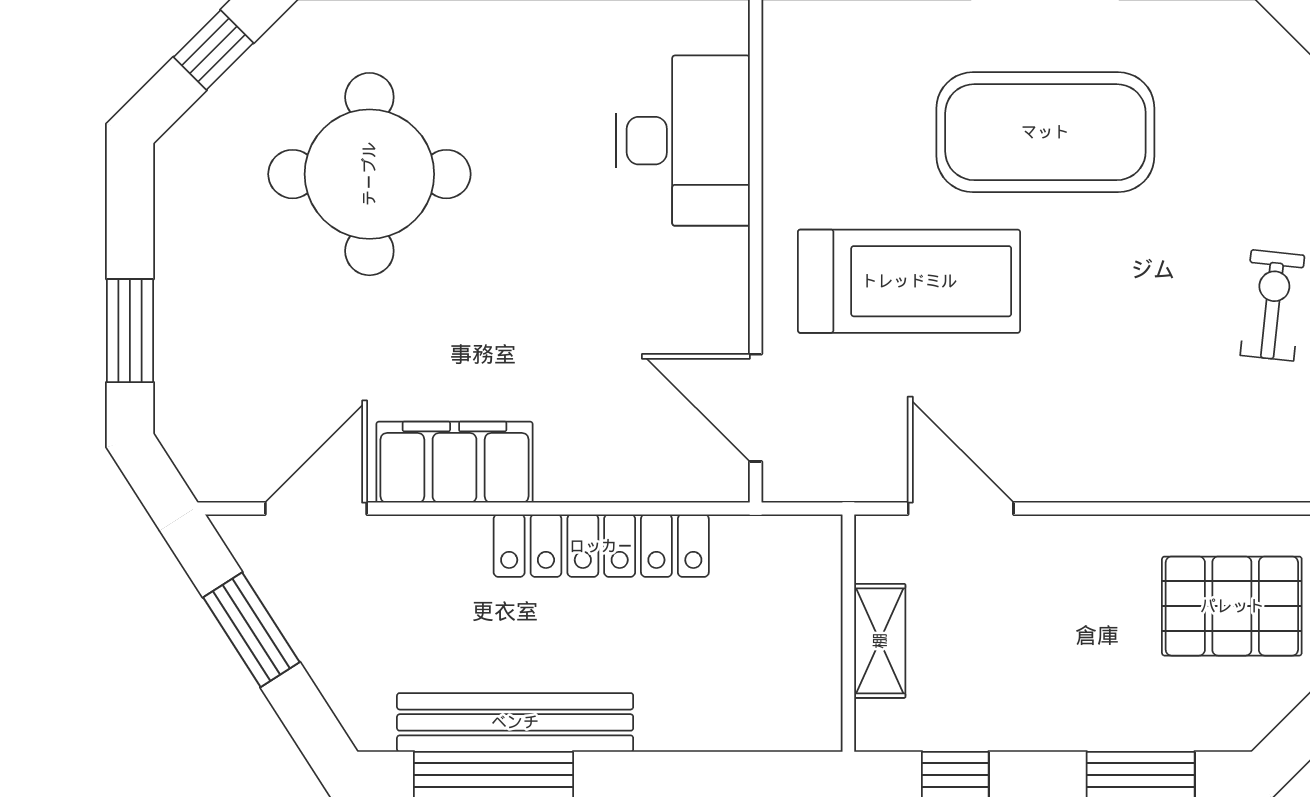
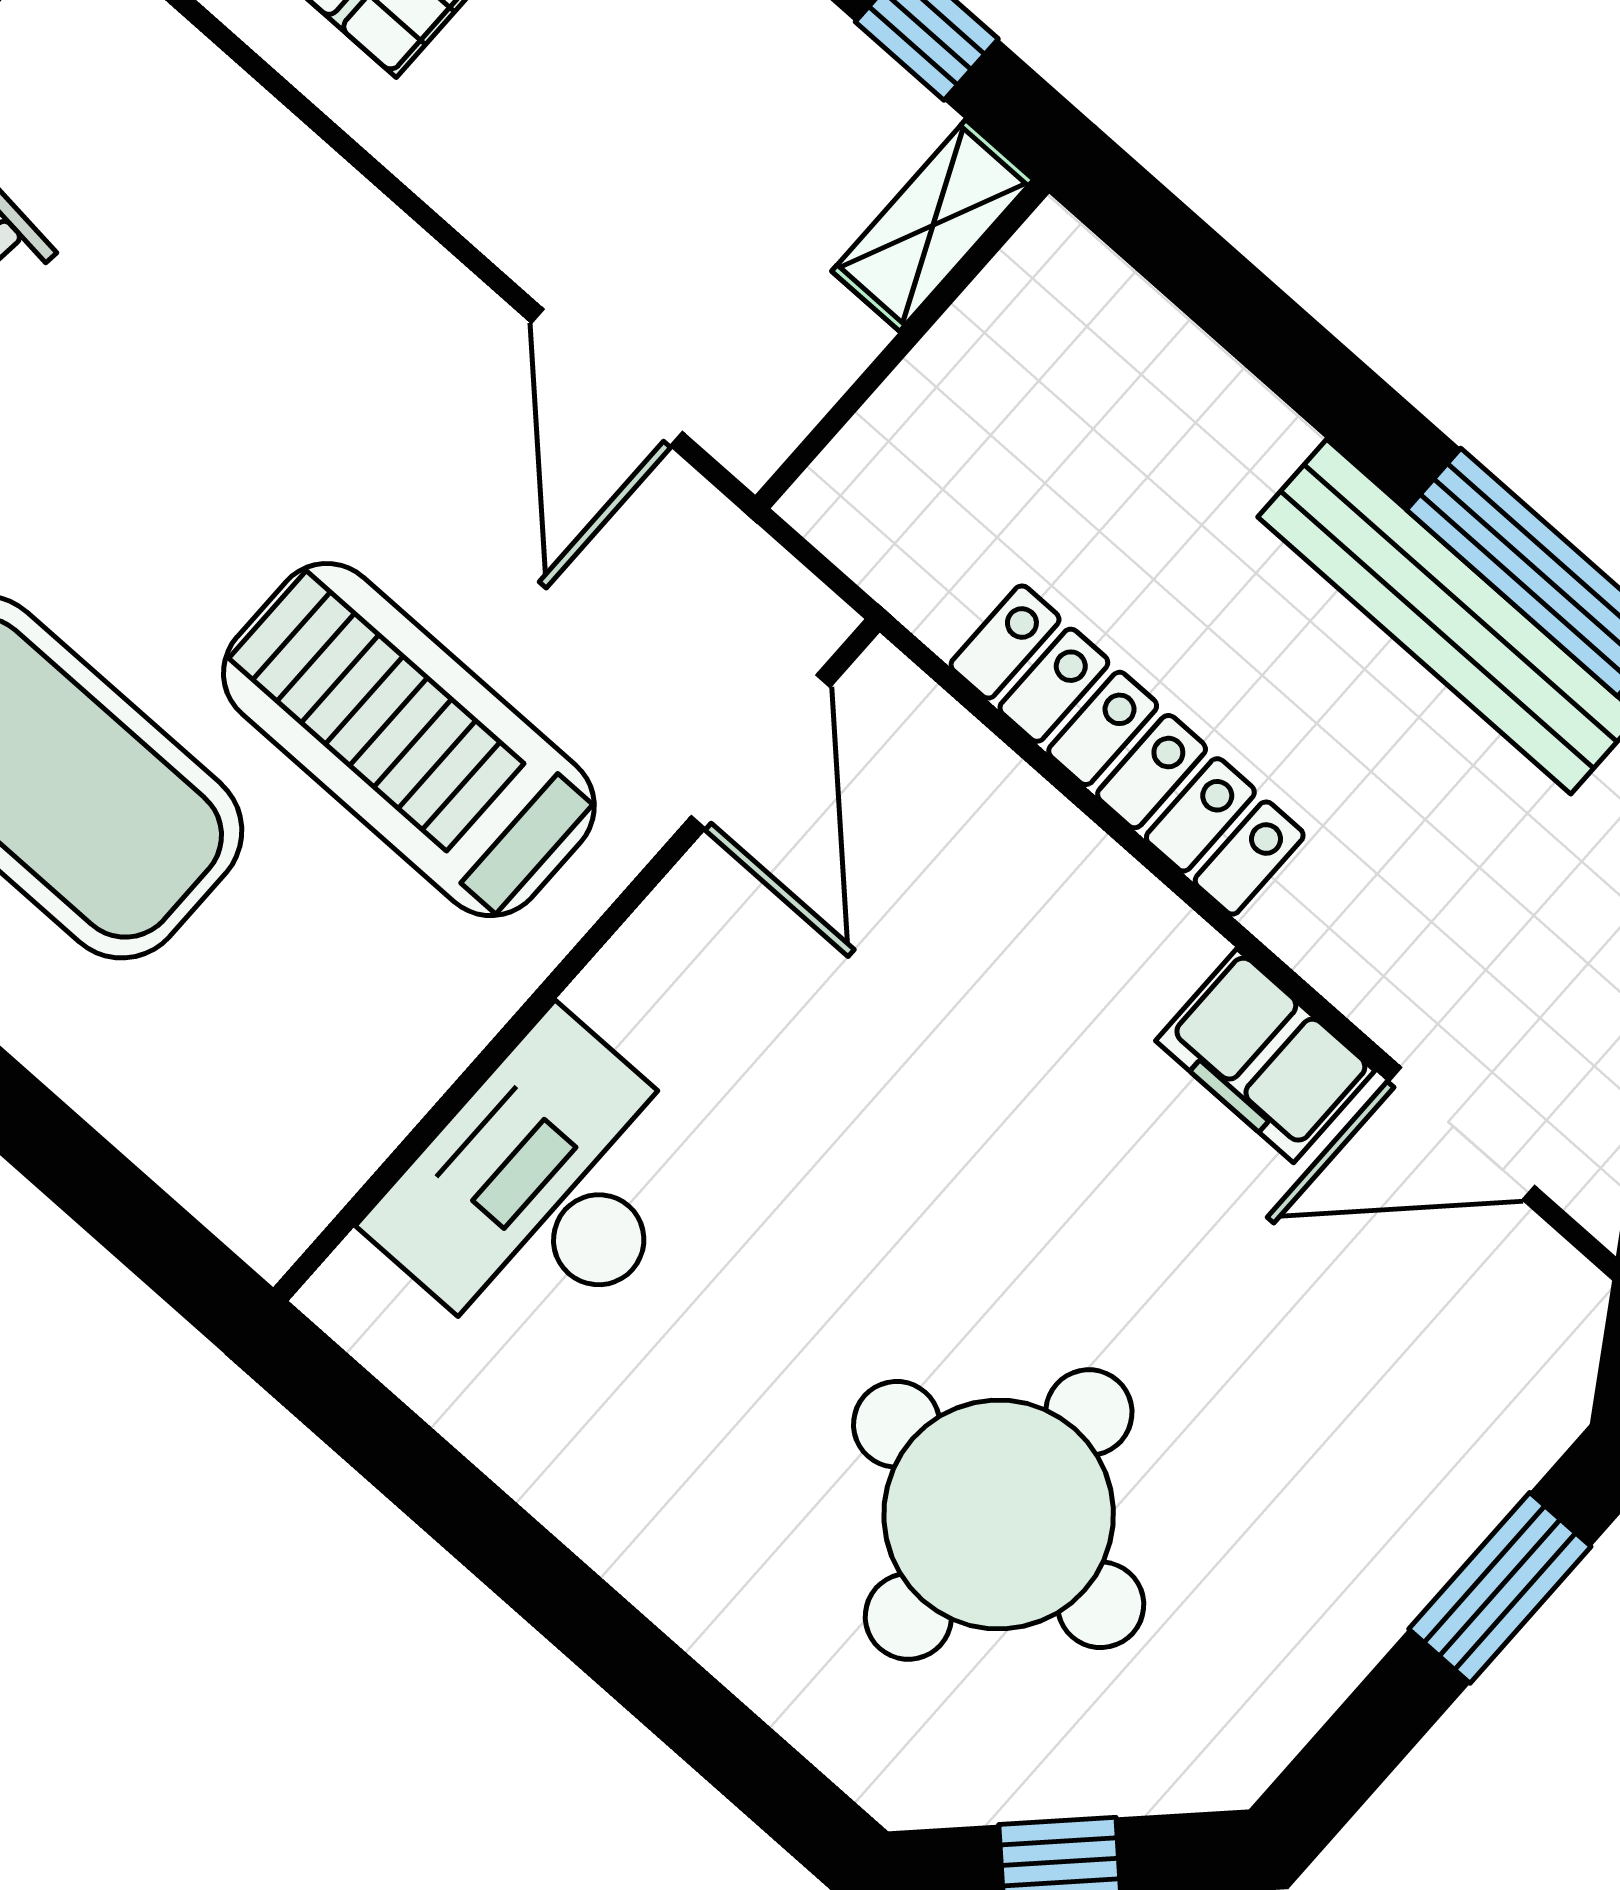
filing cabinet: (455, 462) -> (1265, 1056), width x0.67, depth x0.86
shelving: (880, 641) -> (933, 225), moved

